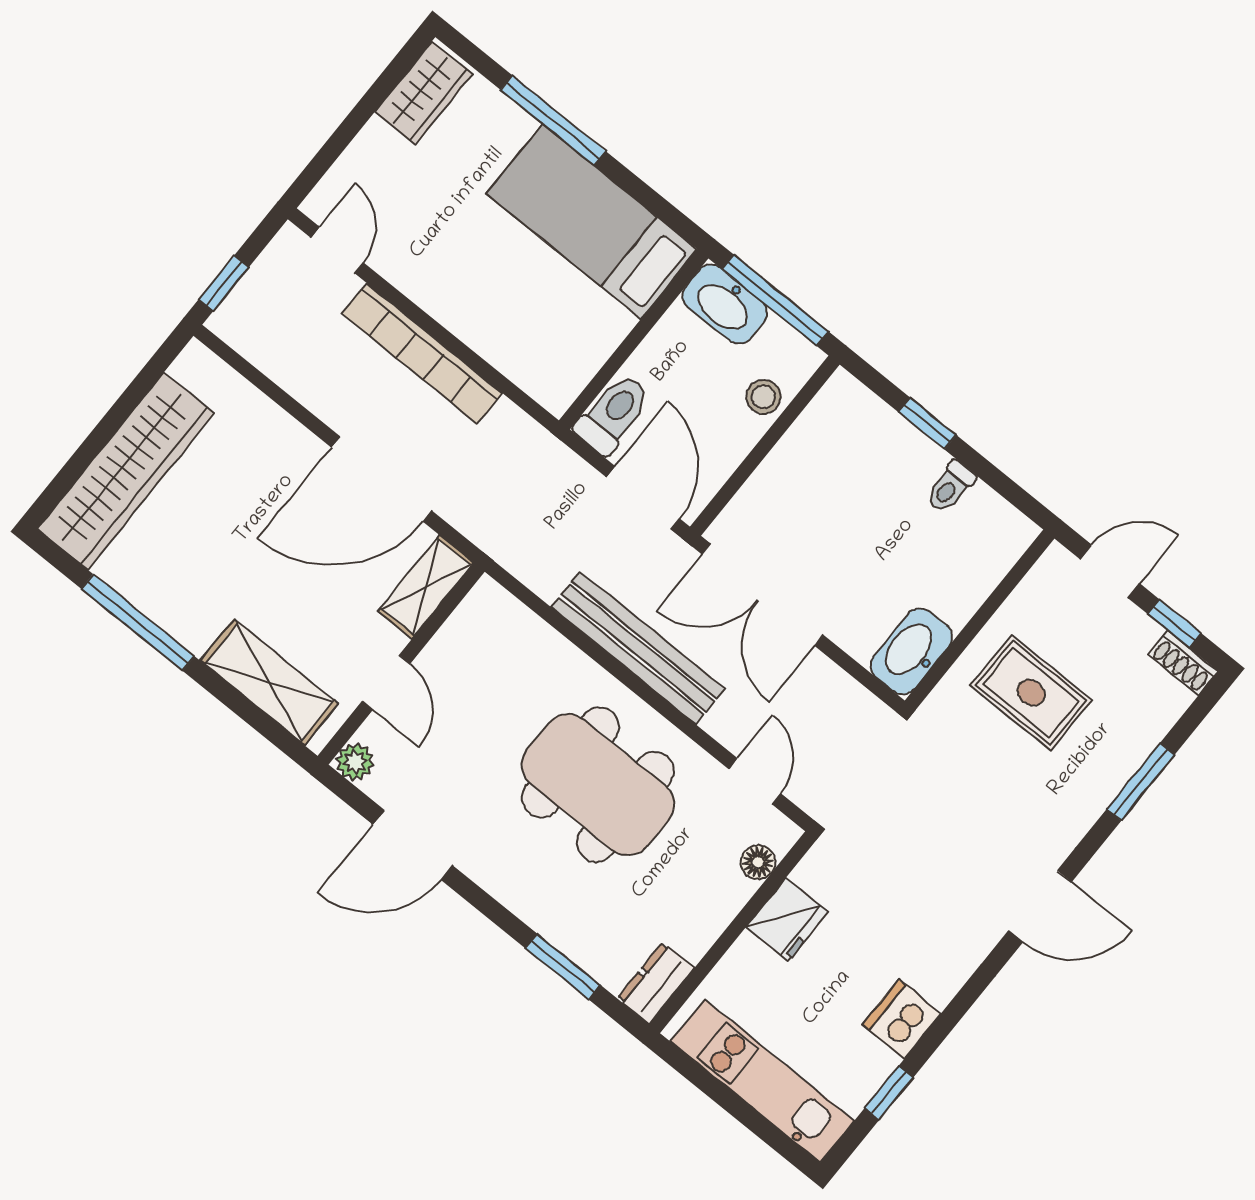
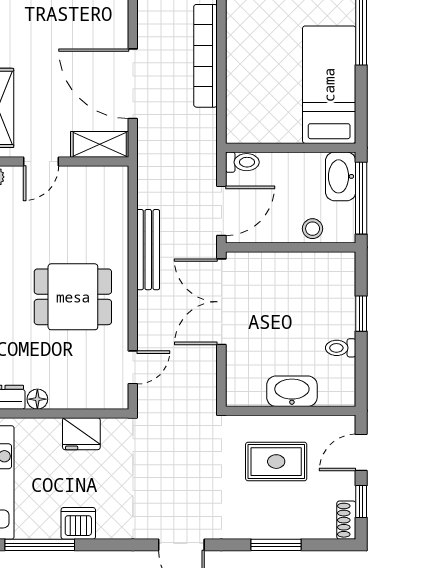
toilet: (613, 414) -> (242, 162), width x0.73, depth x0.72
door: (1110, 571) -> (361, 452), swing flipped
bench: (638, 648) -> (148, 250), width x0.73, depth x0.82
washbasin: (911, 651) -> (292, 391), moved
rug: (1031, 693) -> (276, 462), turned 90
dining table: (598, 785) -> (73, 297), width x0.73
floor lamp: (758, 862) -> (37, 399), moved
window: (889, 1093) -> (40, 545), width x2.17

